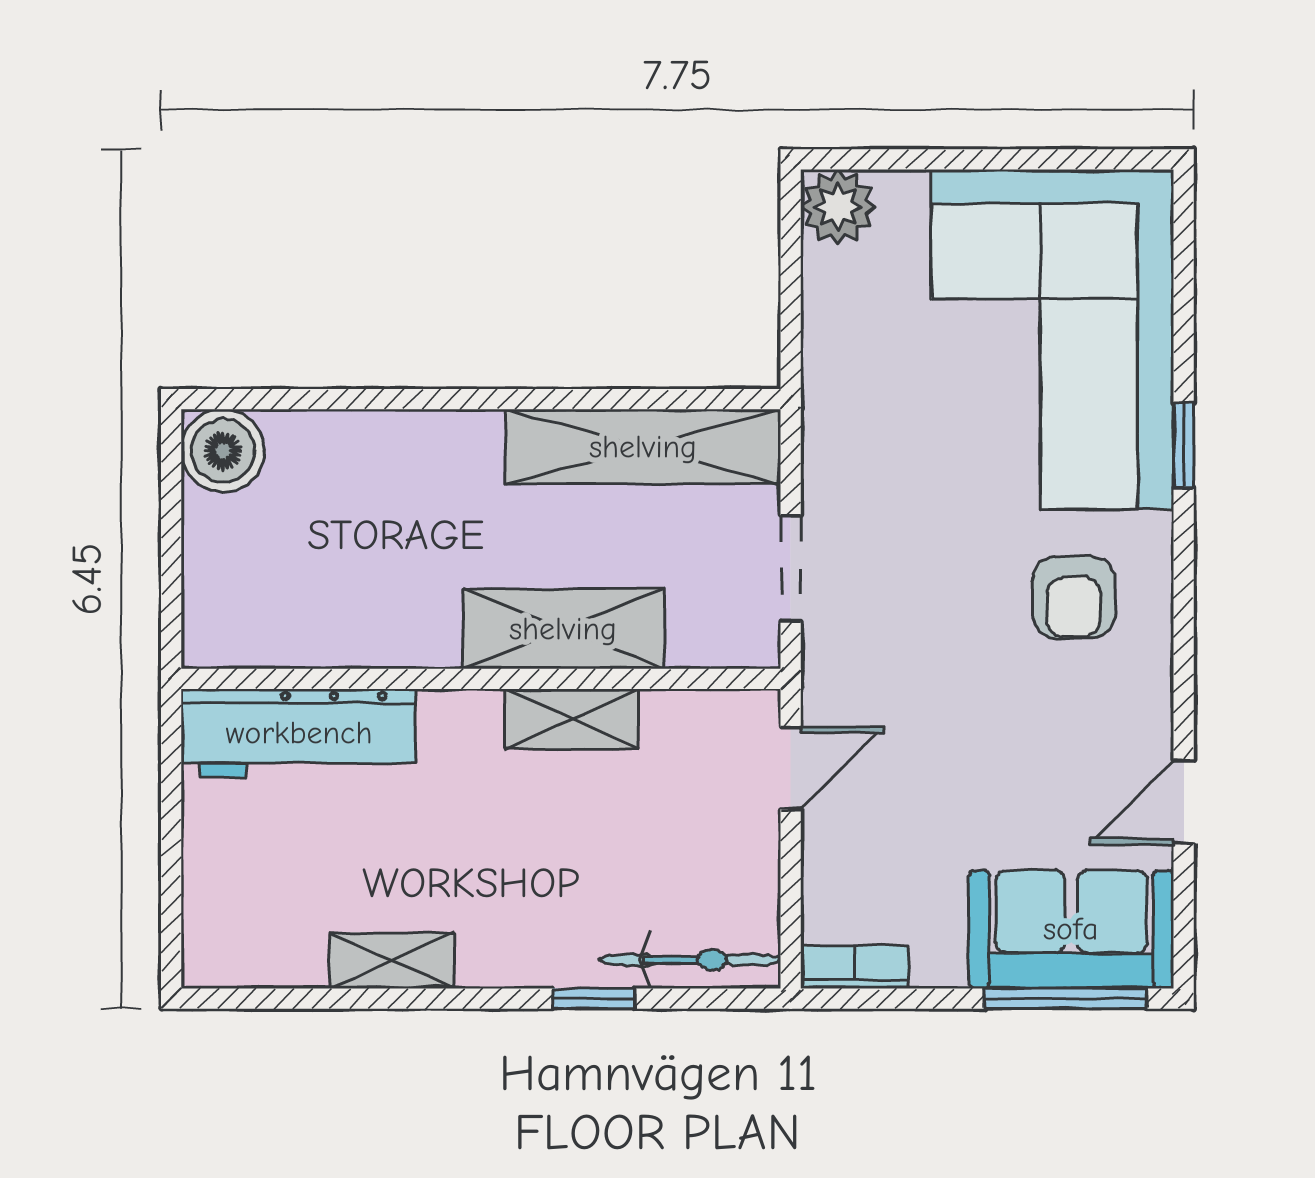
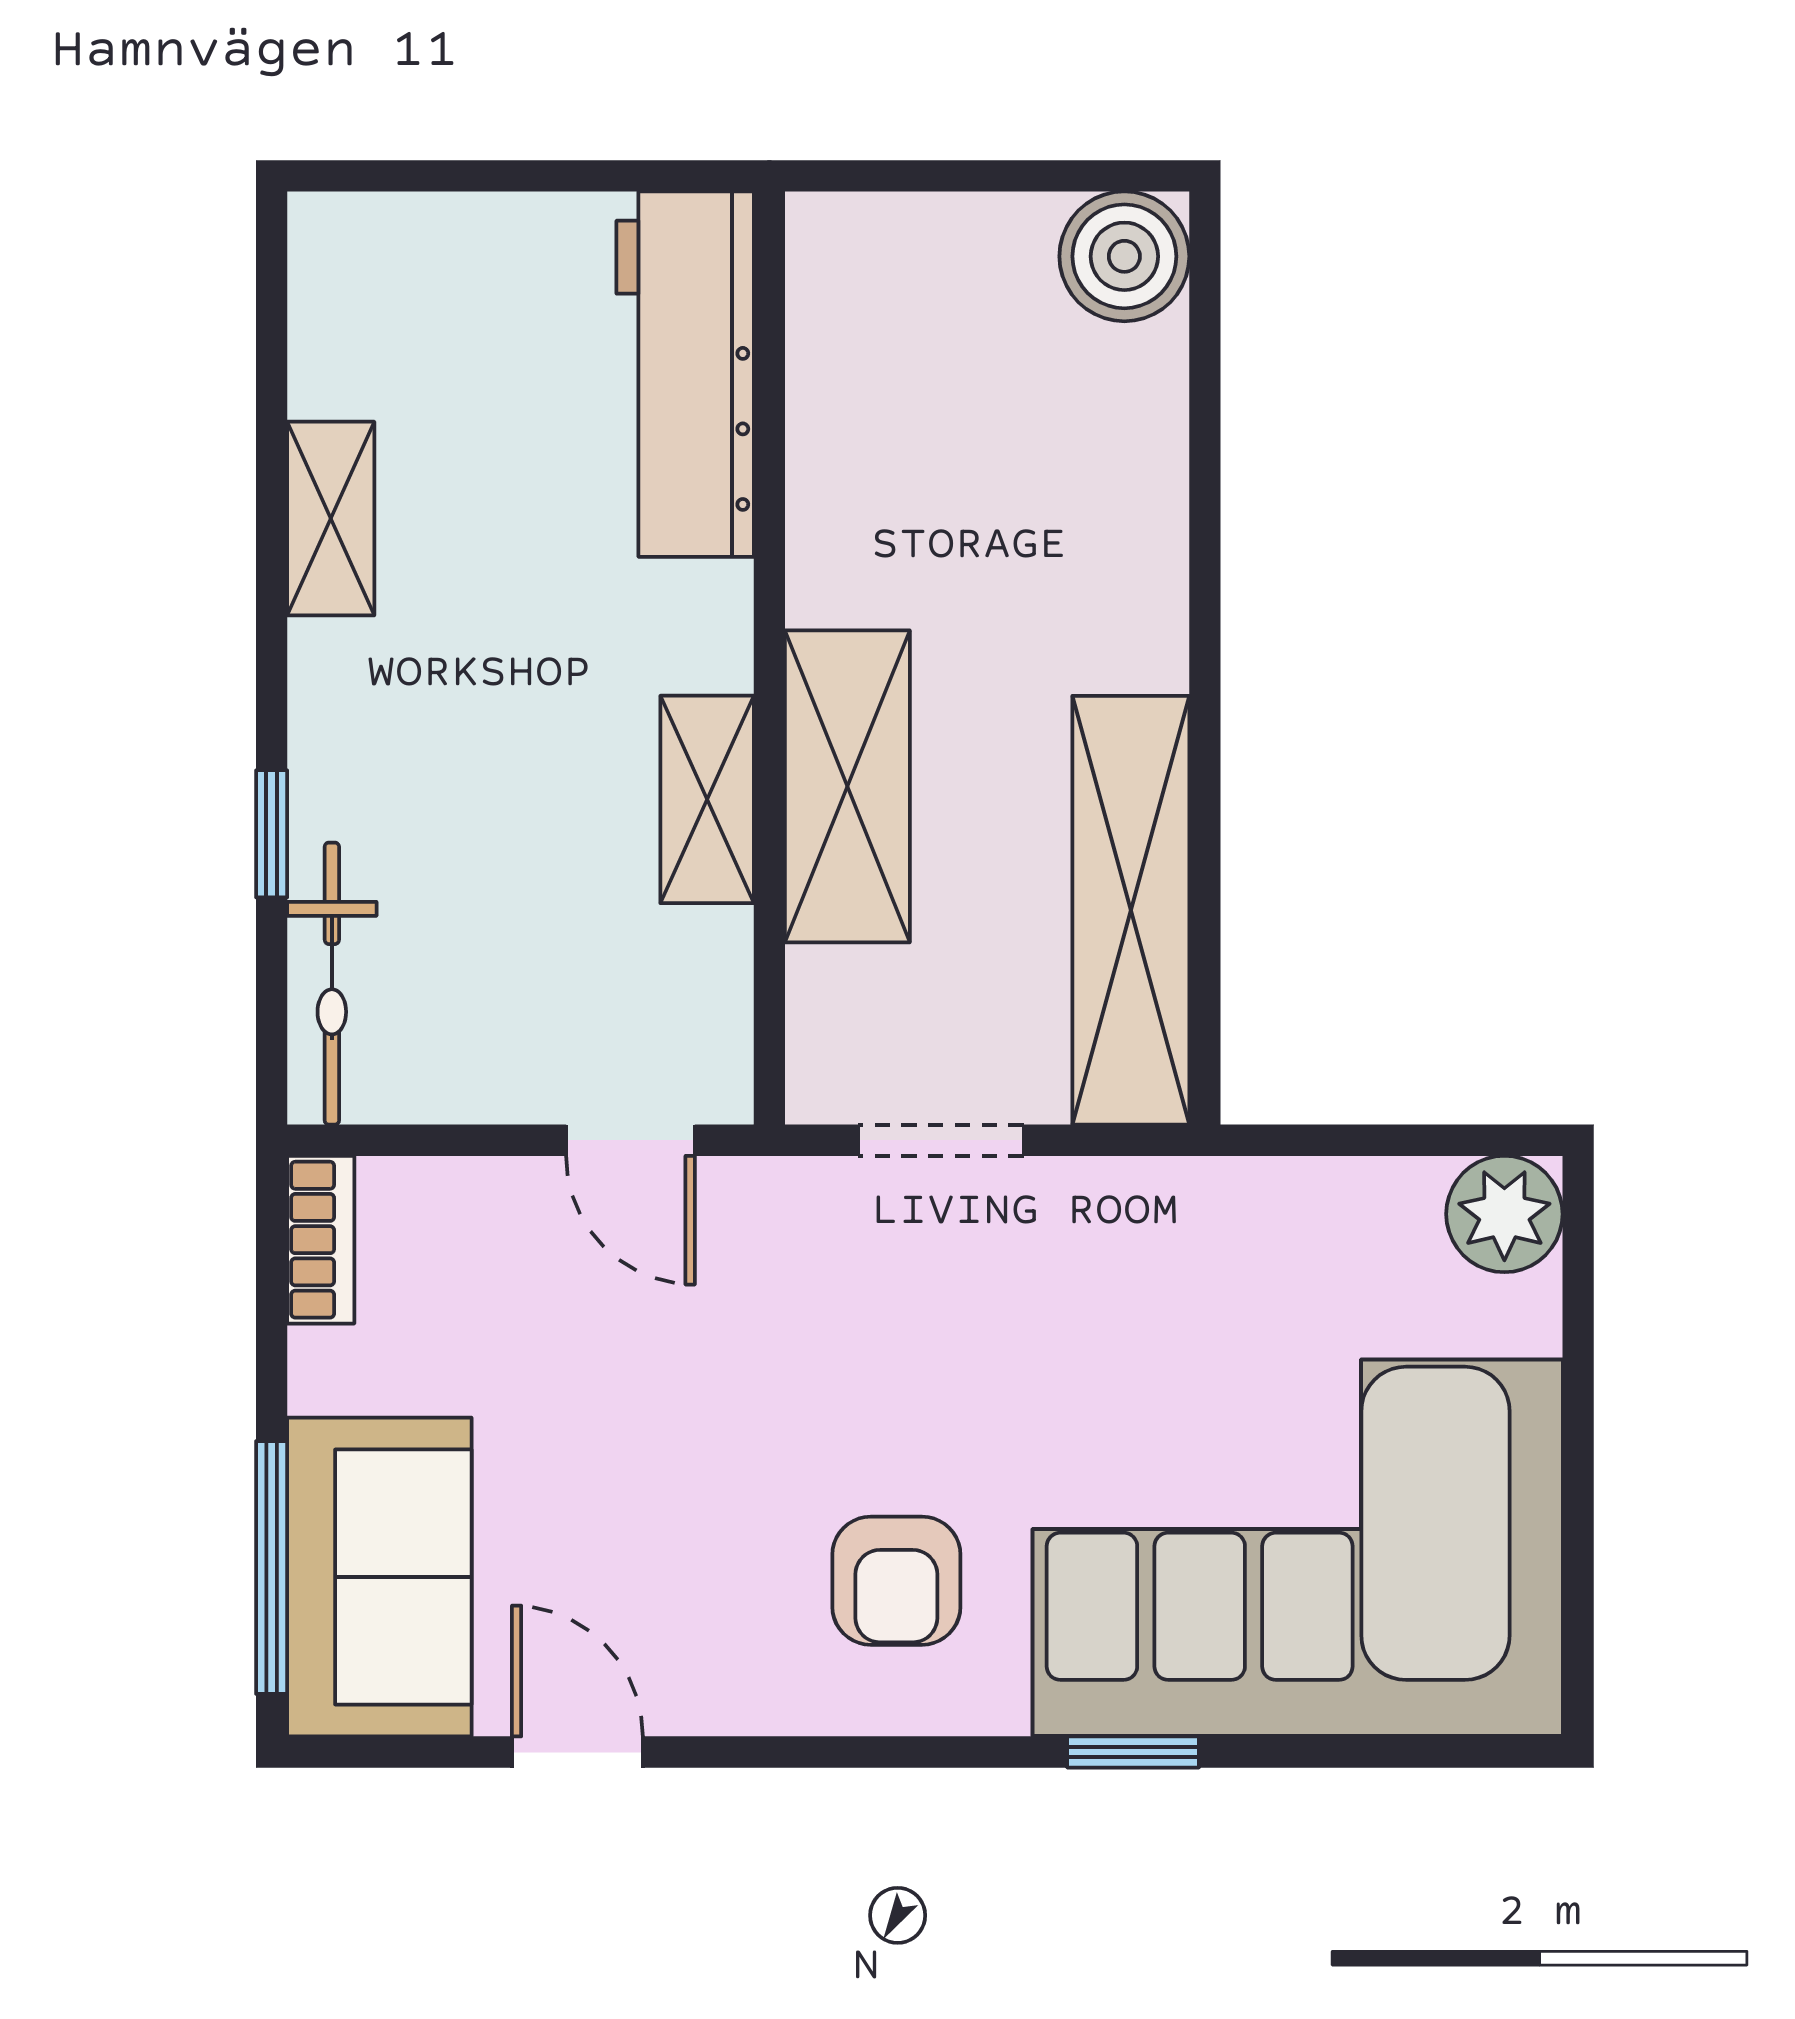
armchair: (1074, 597) -> (896, 1581), turned -90

